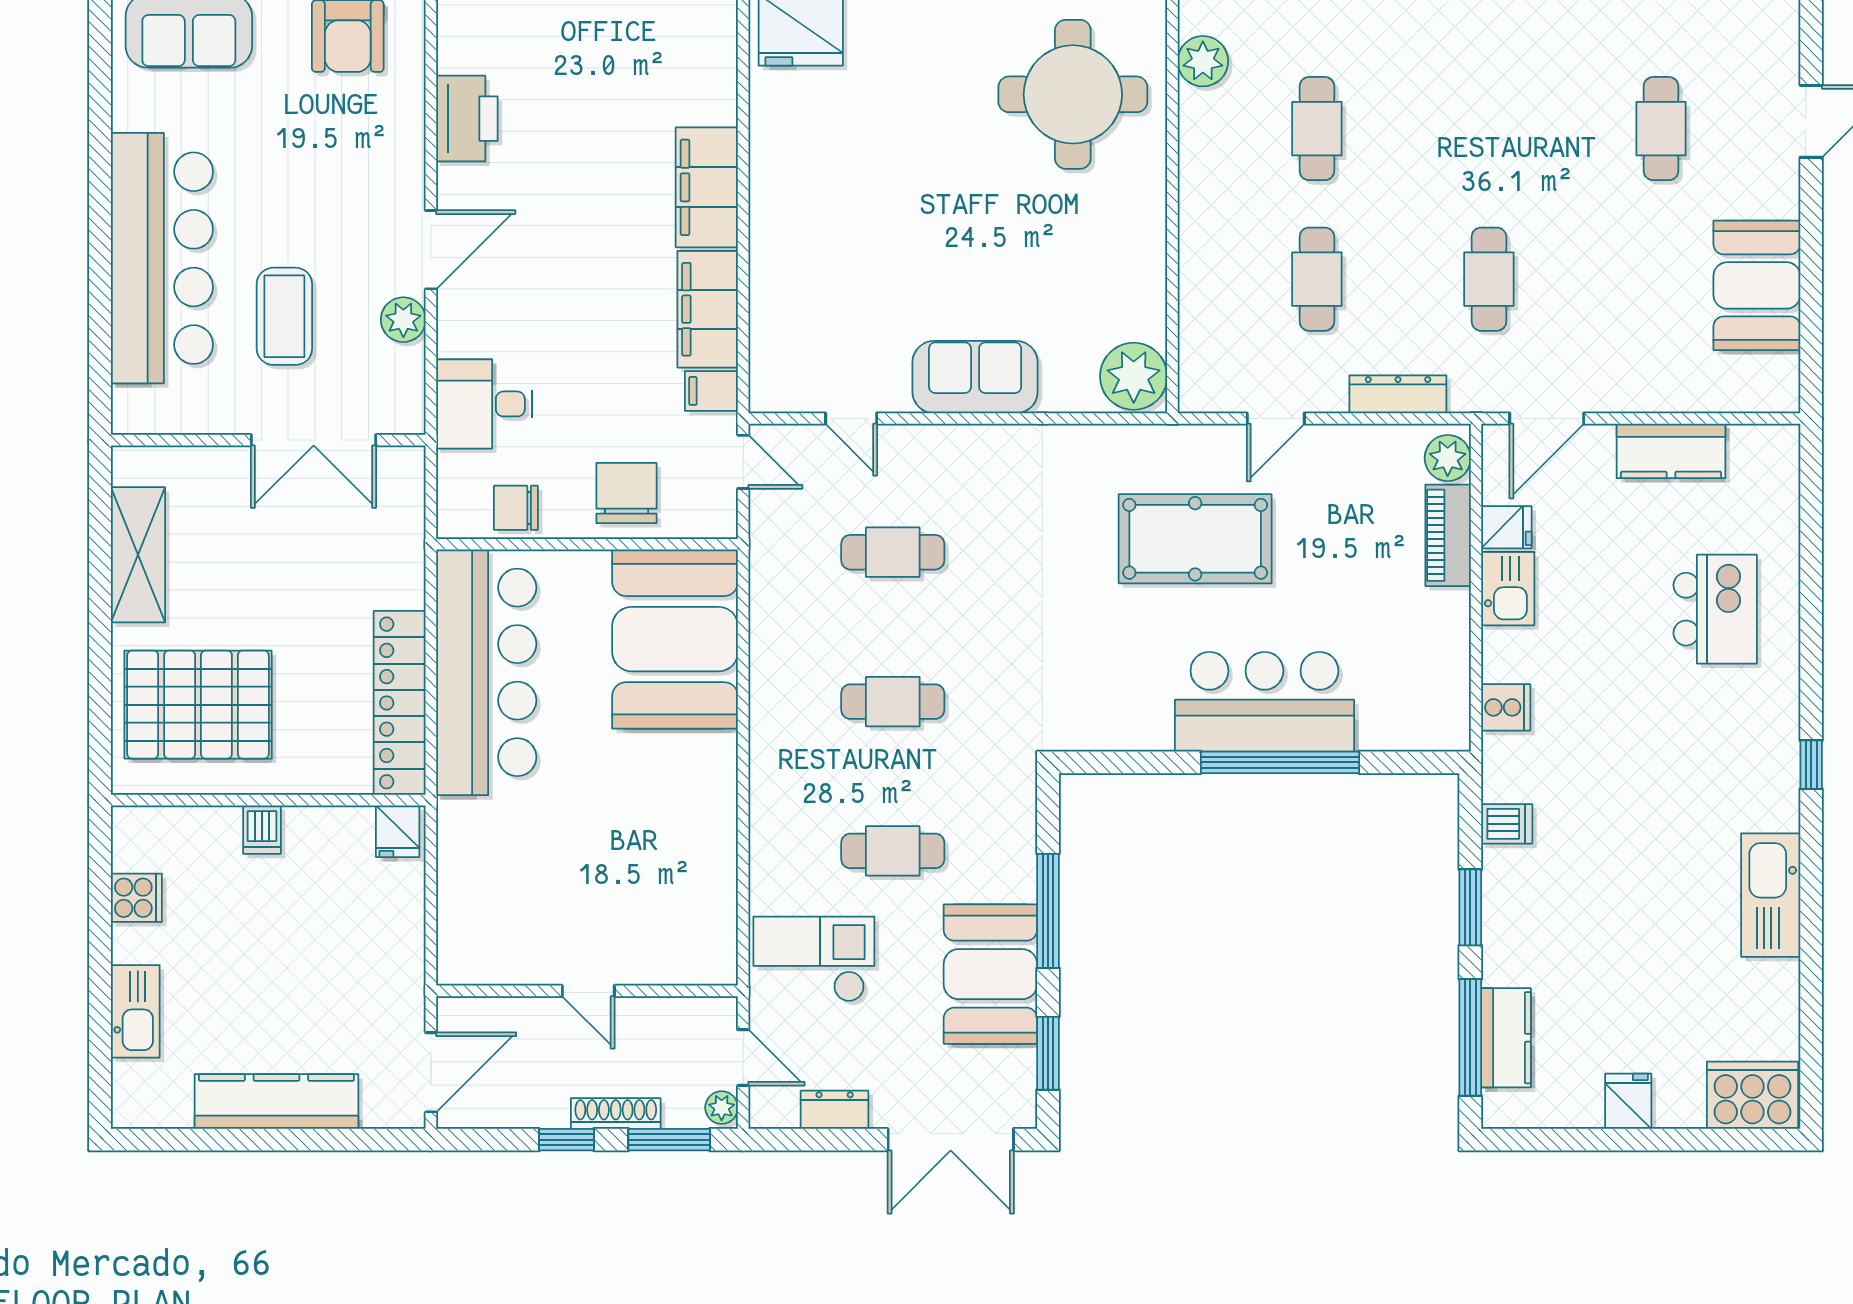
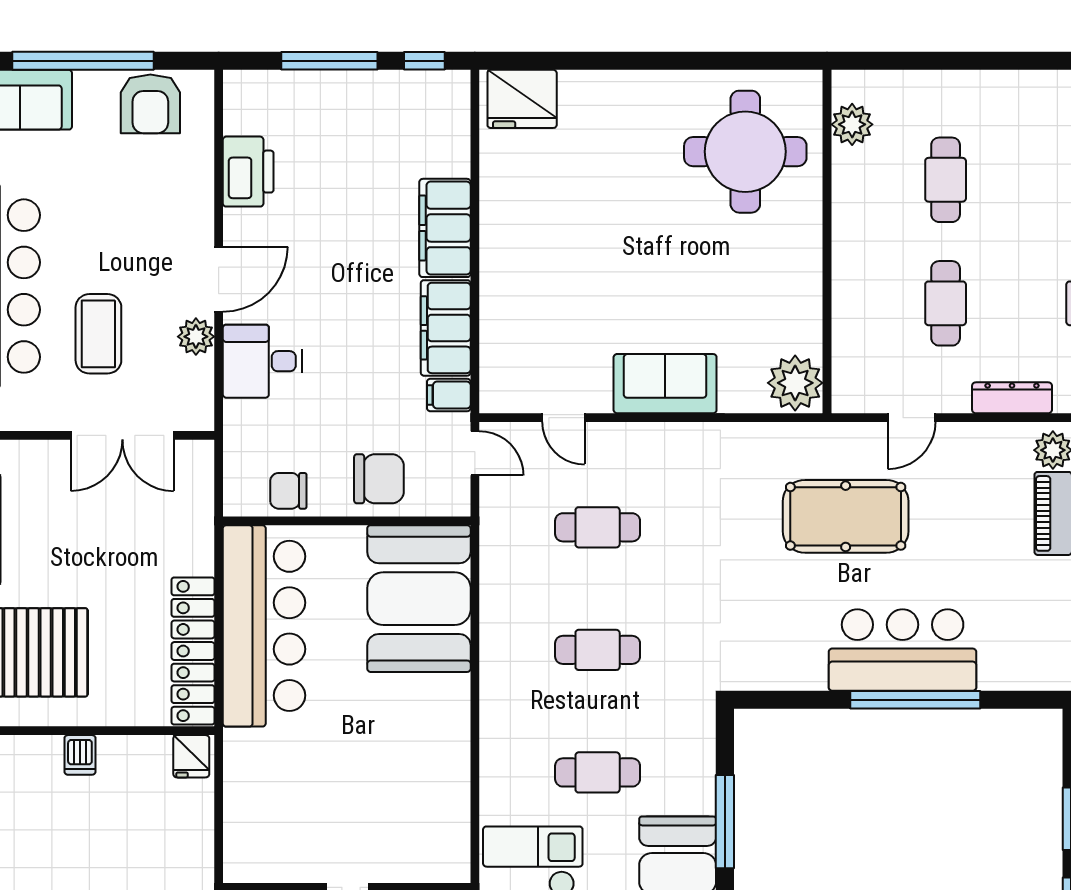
desk: (484, 404) -> (262, 361), moved
chair: (626, 493) -> (379, 479), turned 90

